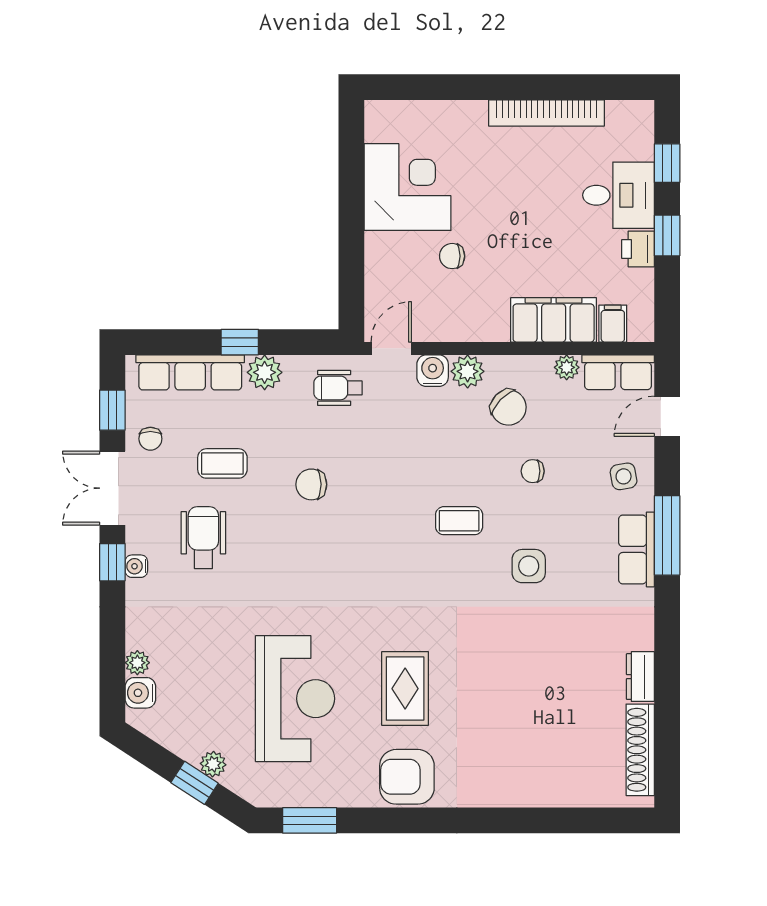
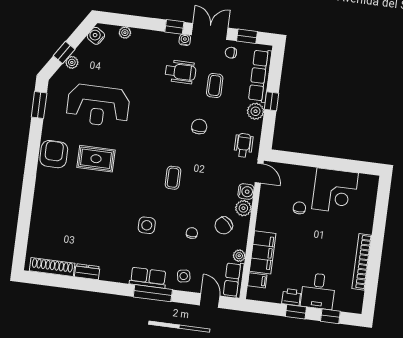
coffee table: (459, 521) -> (173, 178), moved
water cooler: (136, 566) -> (185, 40), moved
water cooler: (140, 693) -> (96, 36), moved, turned -57

